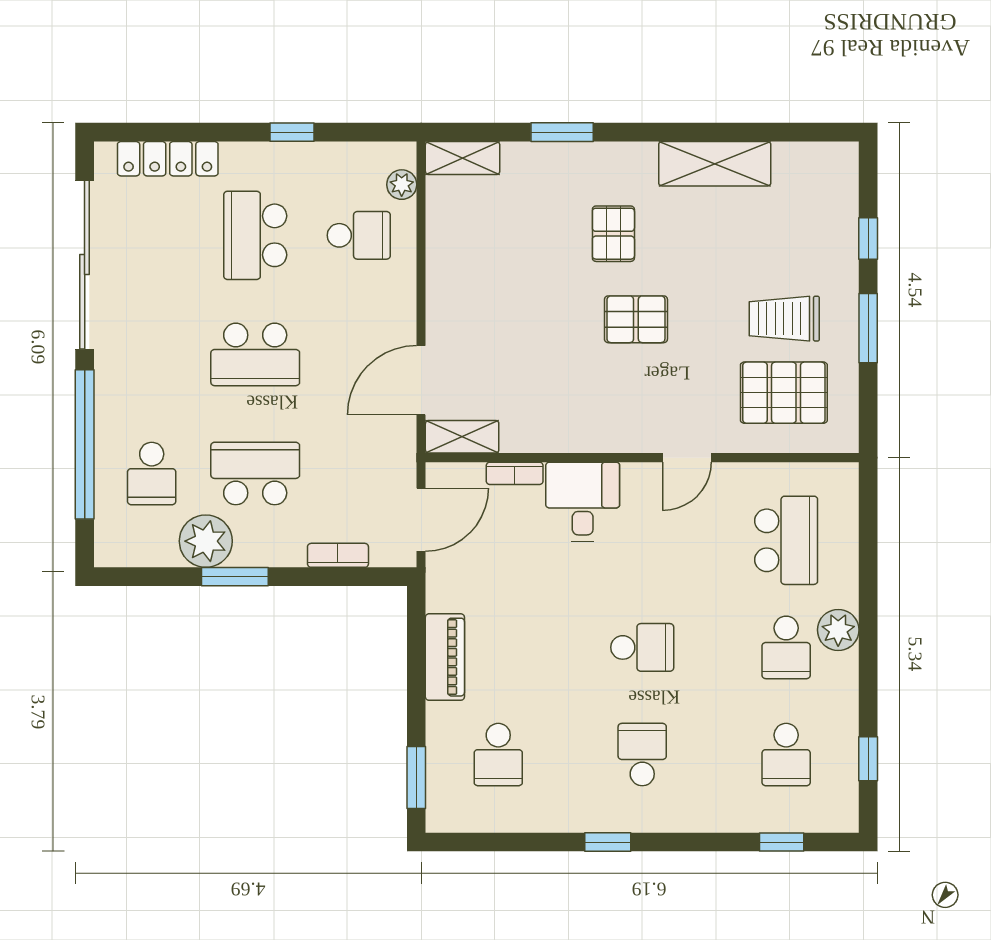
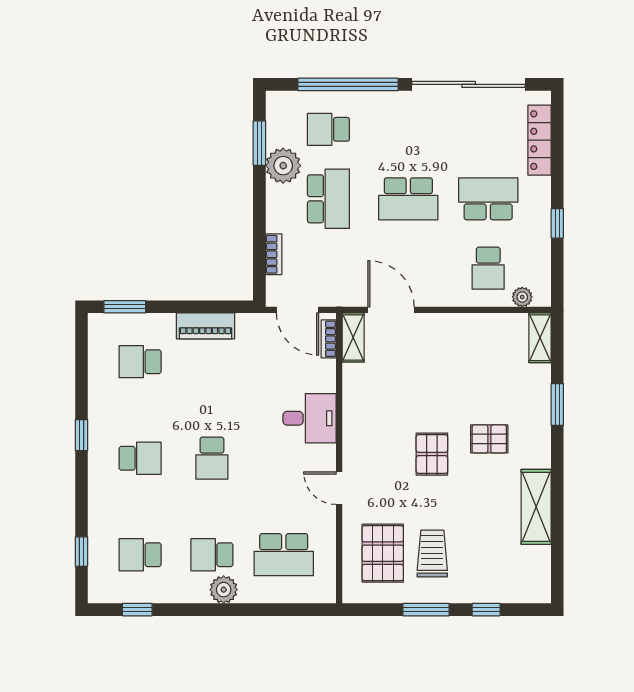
school desk: (255, 354) -> (408, 199), turned -90
bookcase: (515, 473) -> (329, 339), moved
window: (235, 577) -> (259, 143), moved

